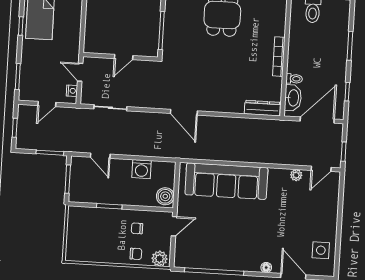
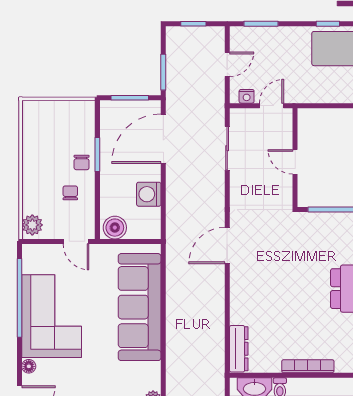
door: (47, 104) -> (227, 64), swing flipped
door: (100, 156) -> (163, 139), width x1.88
corner sofa: (229, 248) -> (52, 316), added
chair: (136, 254) -> (82, 162), moved

